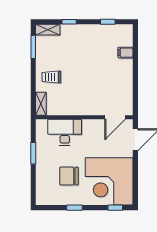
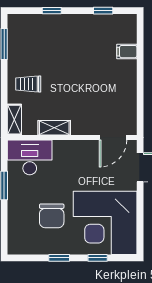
shelving: (48, 30) -> (54, 128), moved
desk: (65, 132) -> (30, 157), moved
chair: (69, 176) -> (52, 216), turned -90
window: (115, 208) -> (98, 258), moved

